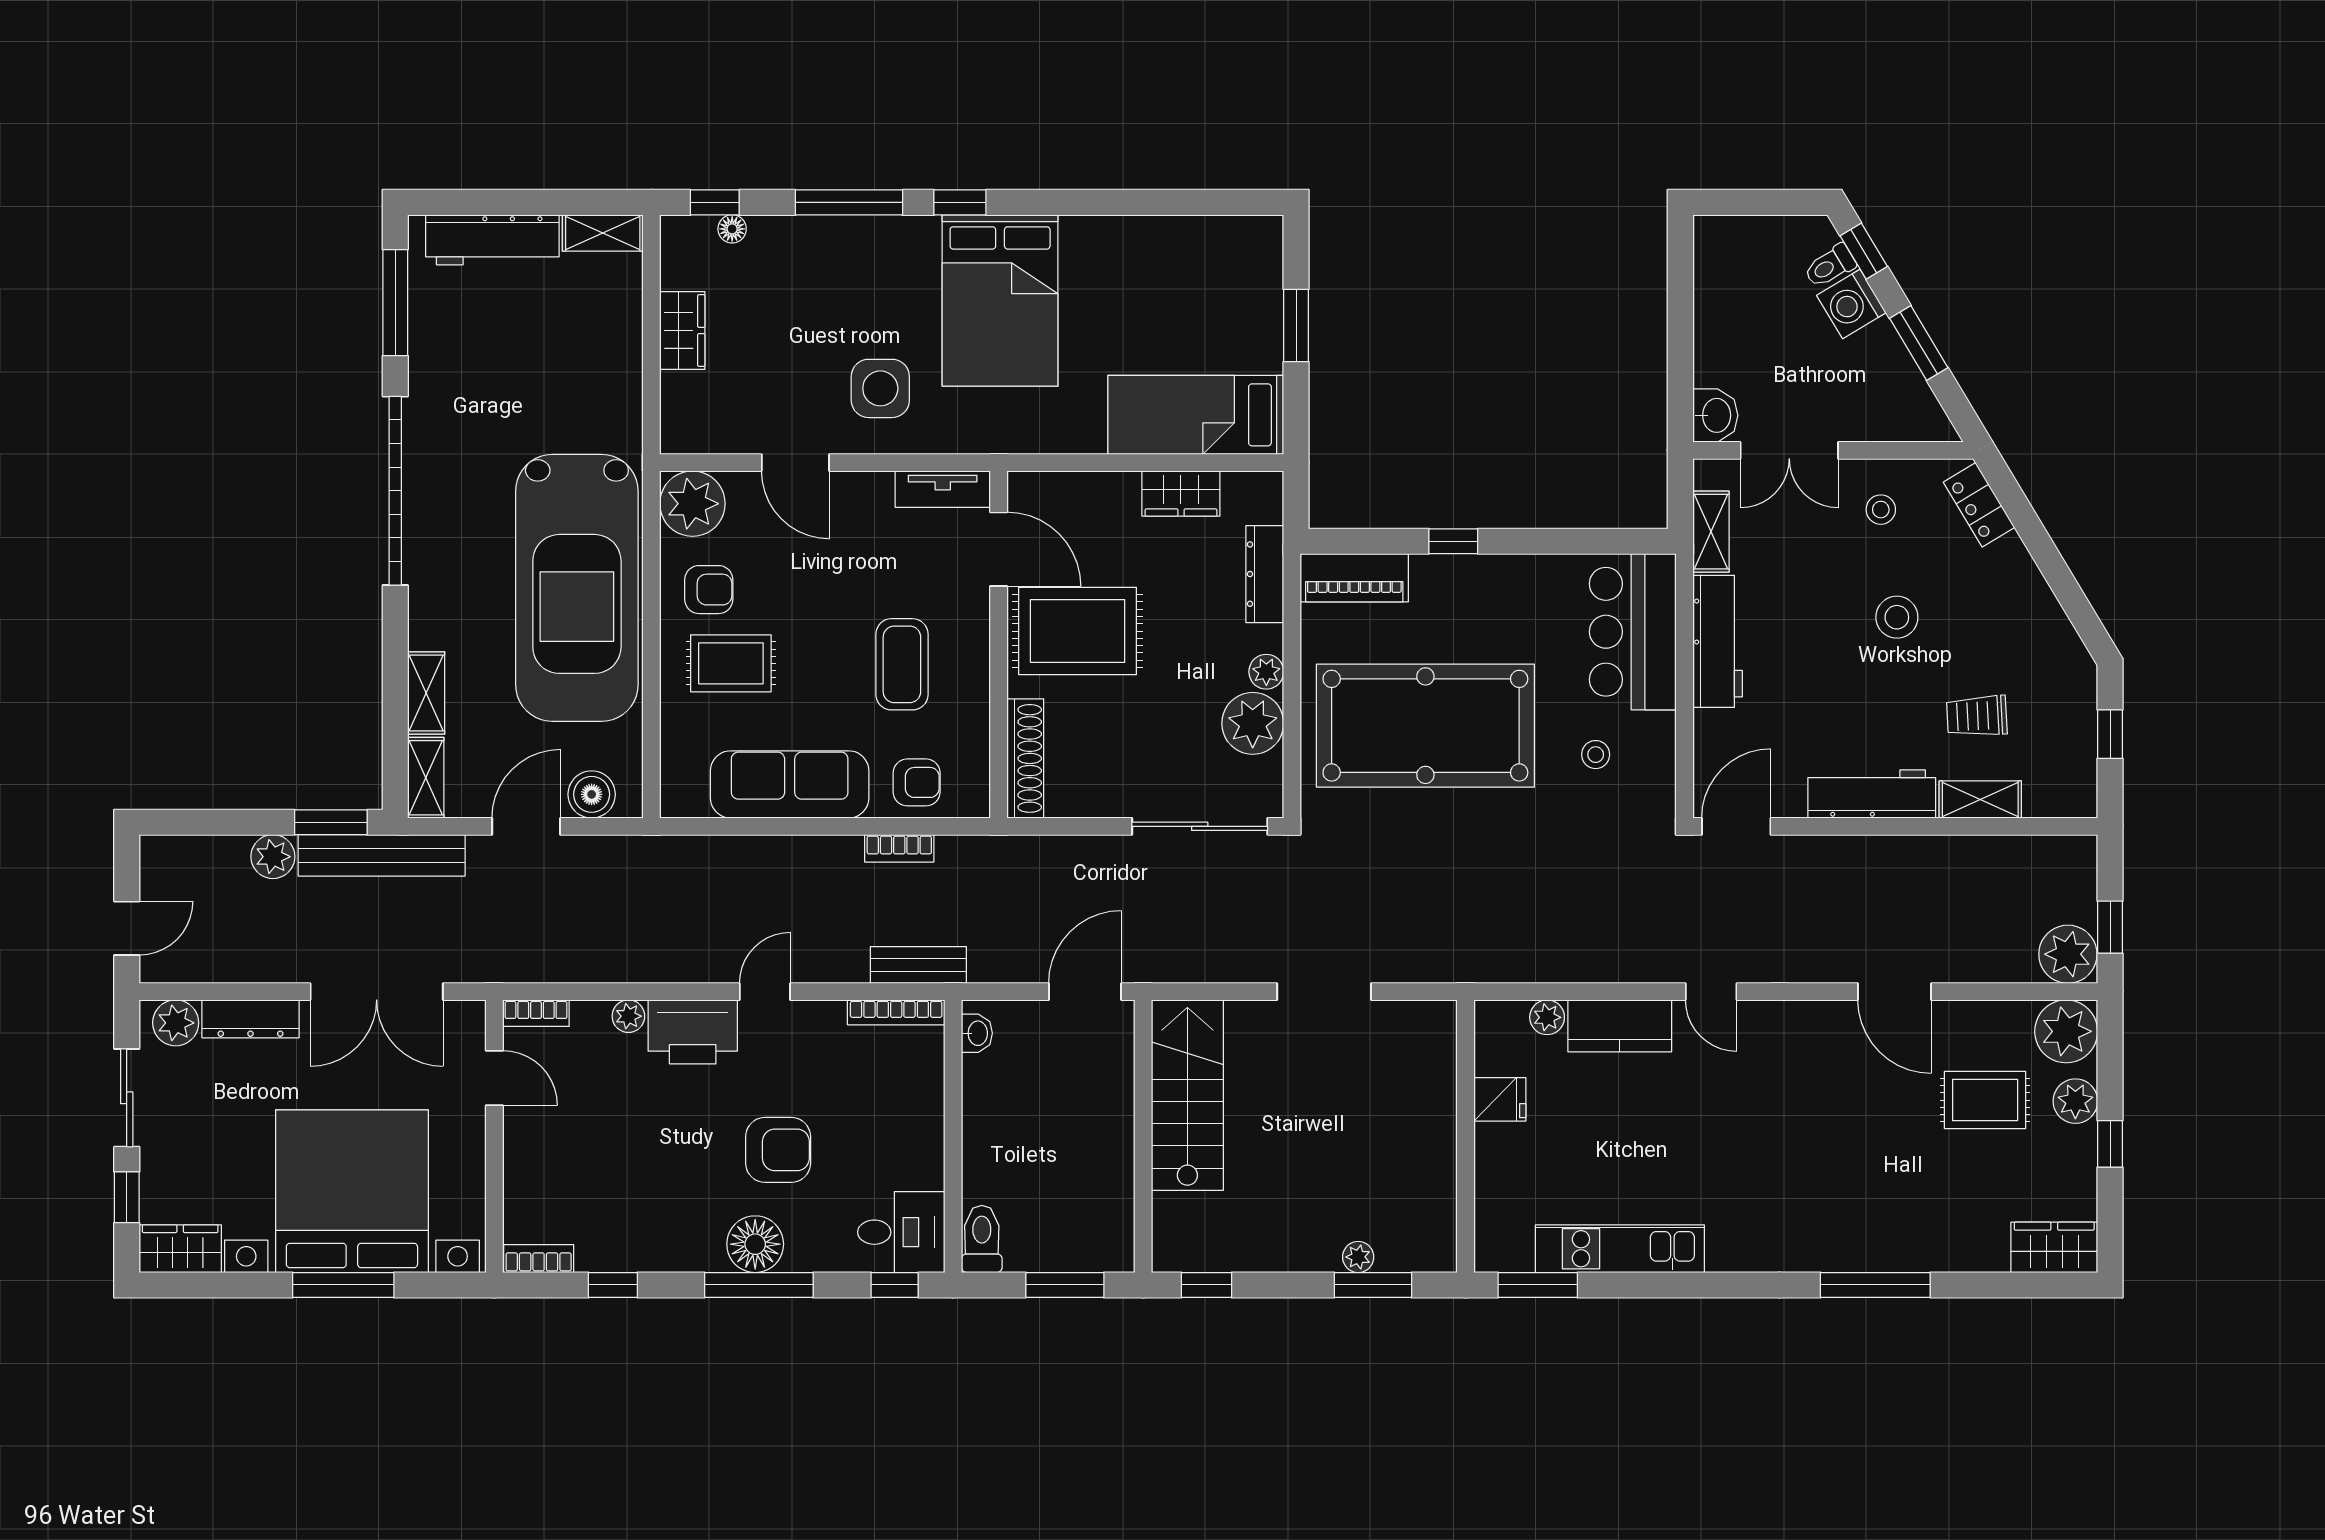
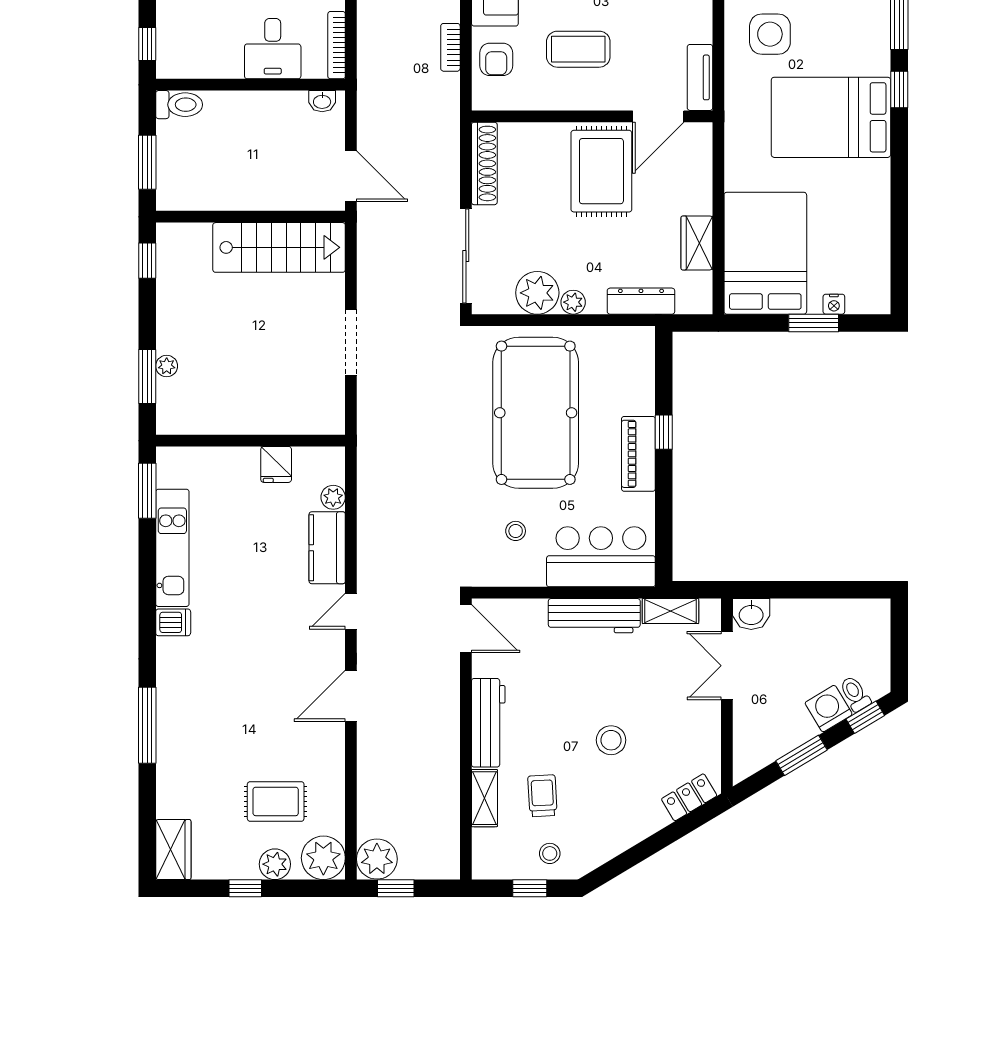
nightstand: (1269, 296) -> (834, 304), added
bed: (1196, 415) -> (765, 253), width x1.50
stool: (1881, 510) -> (550, 853), moved
piano: (1354, 578) -> (638, 454), moved
shoe rack: (1025, 758) -> (484, 163), moved, turned -90
bench: (918, 965) -> (369, 61), removed
door: (1895, 992) -> (351, 696), moved
rug: (1985, 1100) -> (276, 801), turned 90
desk: (901, 1232) -> (273, 49), moved
dishwasher: (1727, 1248) -> (173, 622), added

